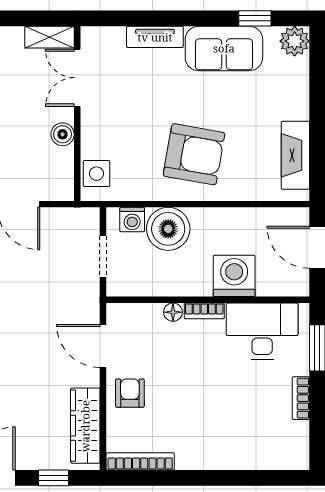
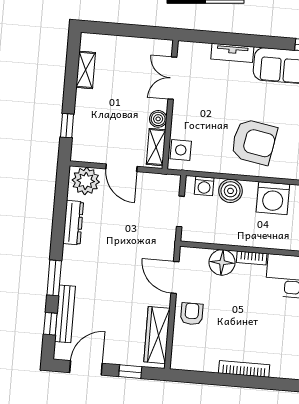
shelving: (49, 37) -> (156, 147), moved, turned 90
boiler: (168, 229) -> (230, 191), width x0.73, depth x0.73
washing machine: (234, 276) -> (273, 198), moved, turned 180
floor lamp: (173, 312) -> (222, 262), width x1.89, depth x1.89
bookcase: (140, 461) -> (244, 369), moved

